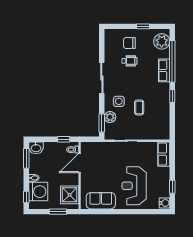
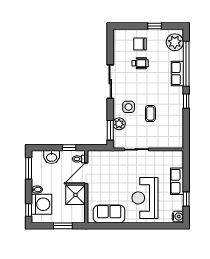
washbasin: (36, 148) -> (52, 157), moved
row of seats: (164, 154) -> (177, 181), moved
shower: (70, 195) -> (75, 195), moved

